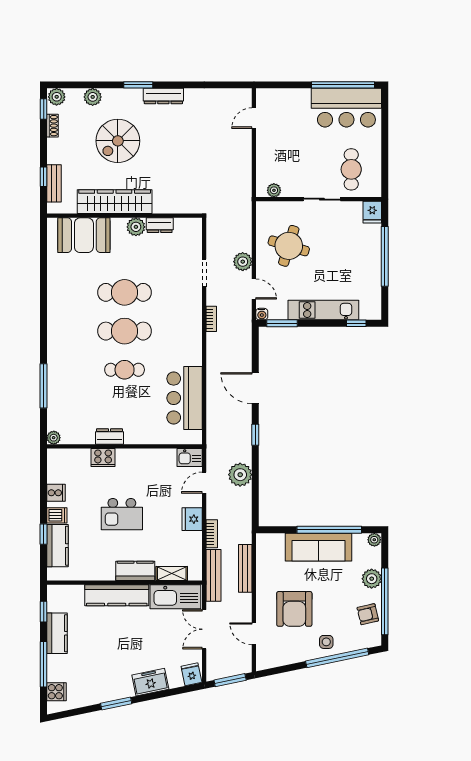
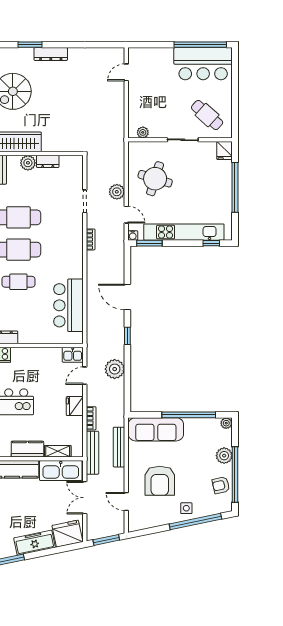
cafe table: (351, 169) -> (207, 115), turned -48
kitchen unit: (323, 310) -> (184, 232), width x1.36
sofa: (319, 547) -> (156, 429), moved
fridge: (191, 674) -> (67, 534), width x1.88, depth x1.34
freezer: (150, 682) -> (34, 543), width x1.40

